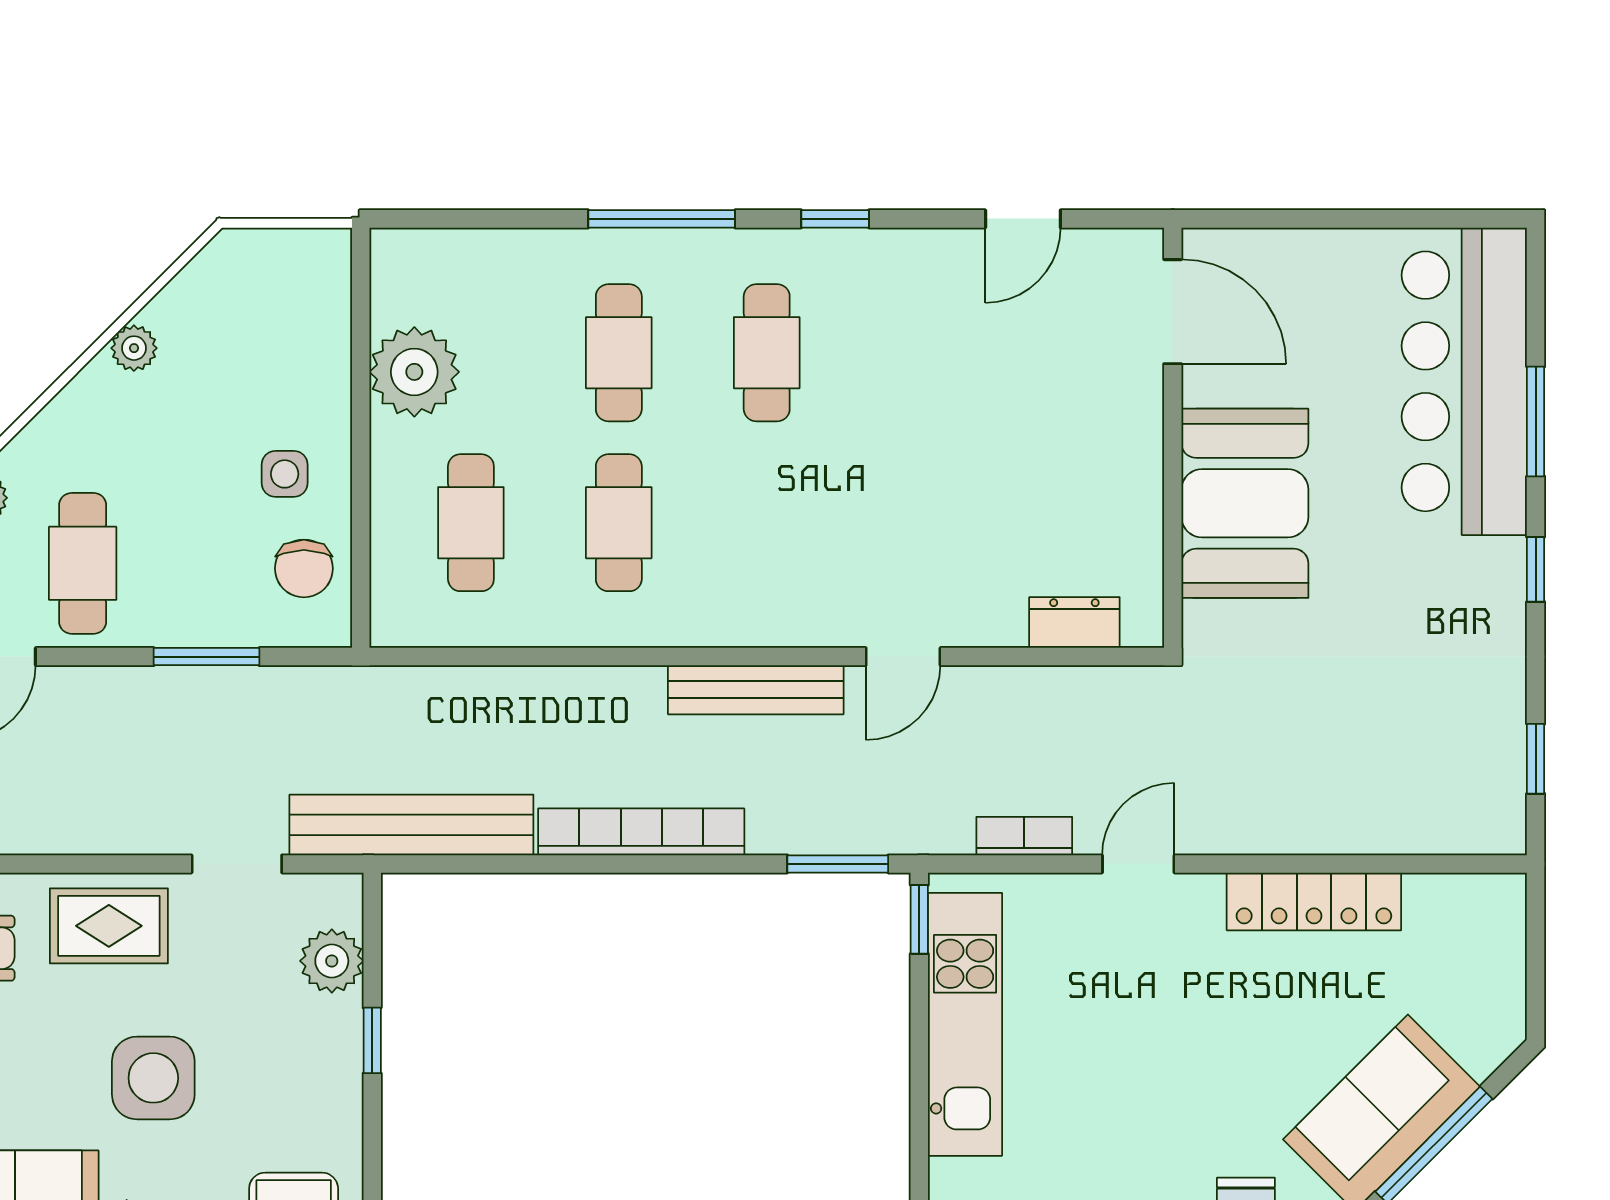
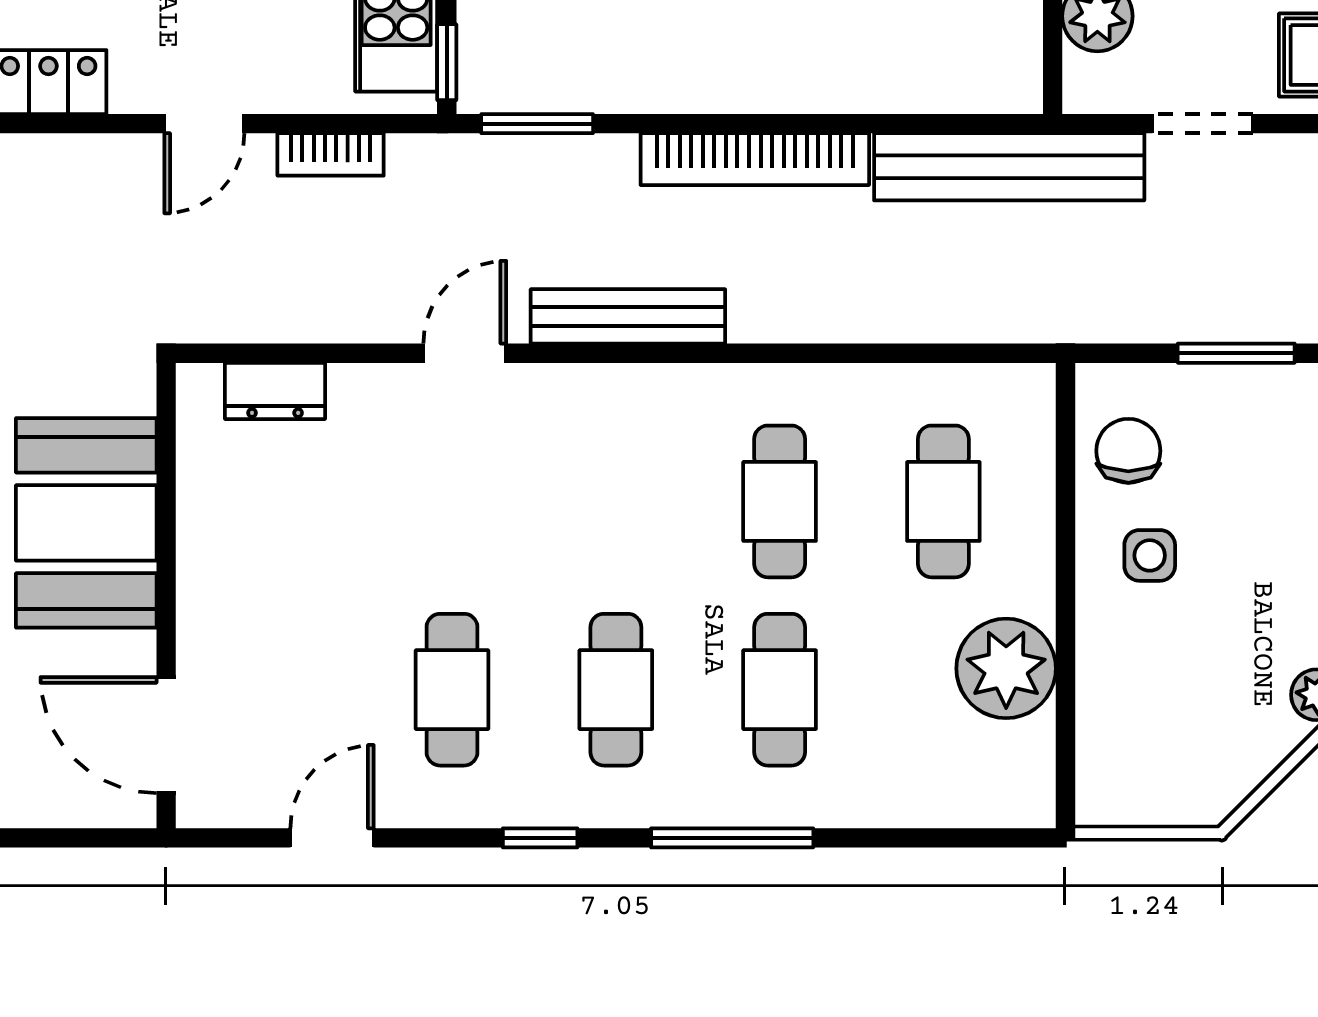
cafe table: (915, 353) -> (452, 690), added

